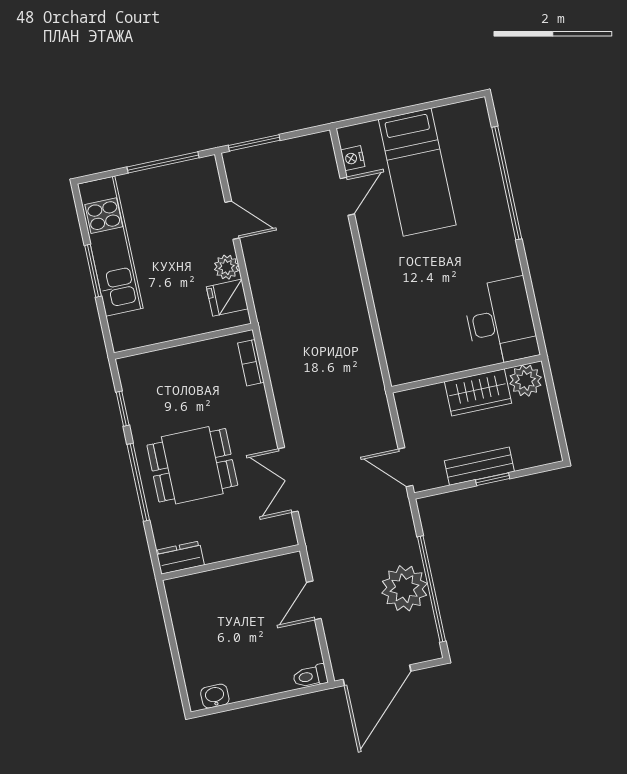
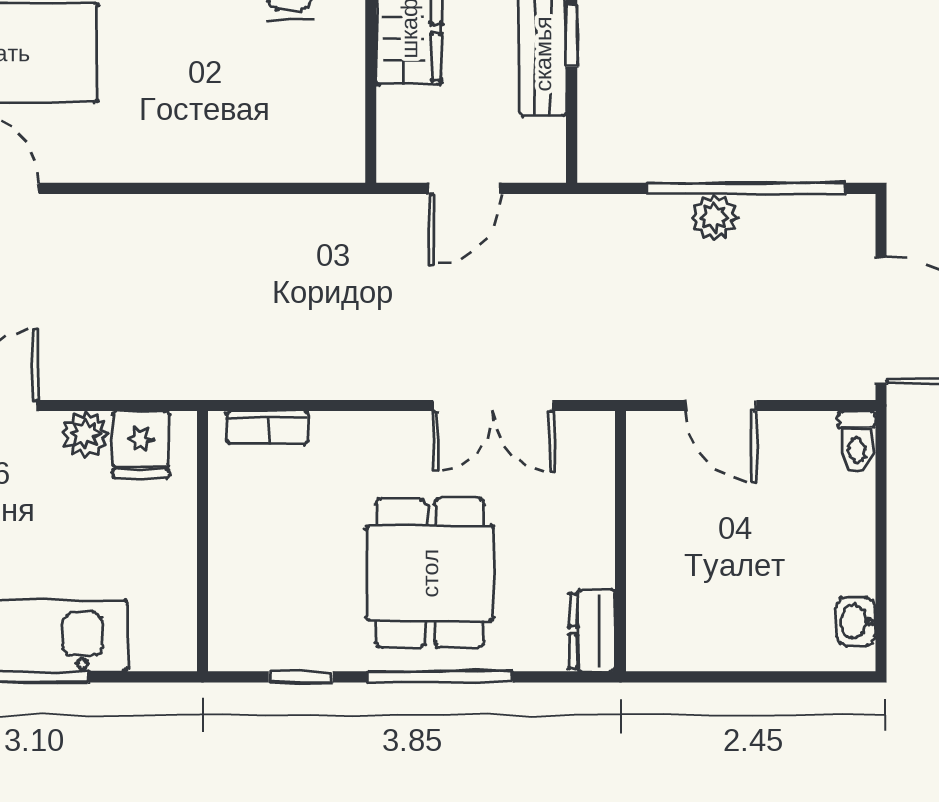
door: (405, 467) -> (465, 188), moved
plant: (405, 588) -> (714, 217), width x0.53, depth x0.53

